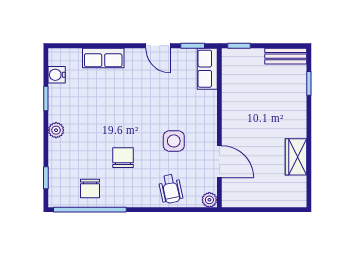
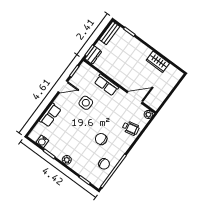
dresser: (236, 56) -> (93, 55), added
row of seats: (207, 69) -> (106, 85), moved
side table: (174, 141) -> (86, 103), moved

